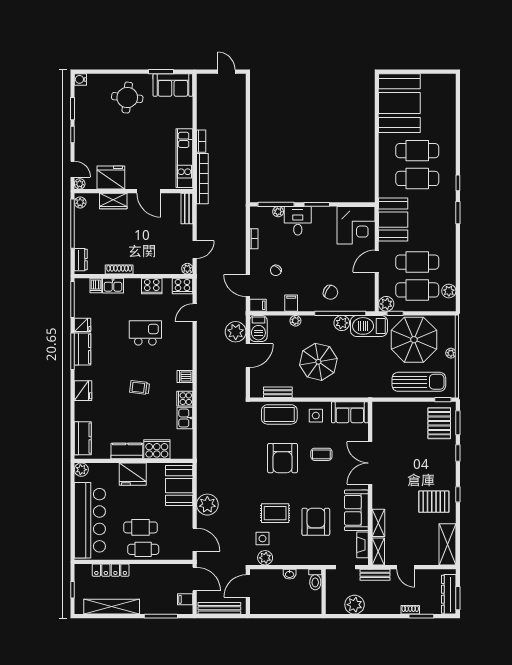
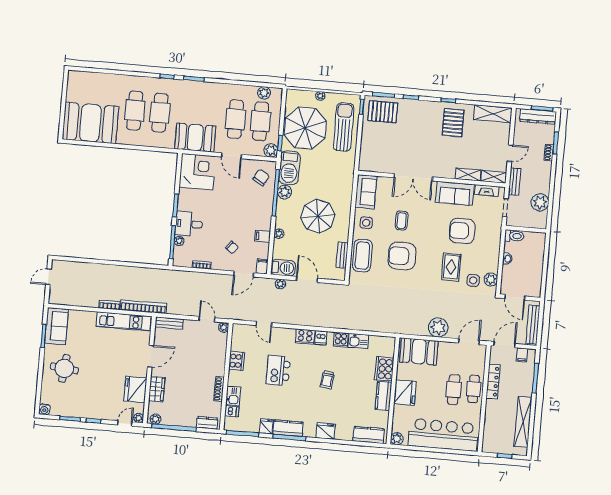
cooker: (183, 286) -> (305, 337), moved, turned 90
chair: (331, 292) -> (261, 178), moved
plant: (236, 332) -> (280, 284), width x0.53, depth x0.53
armchair: (283, 458) -> (402, 256), turned 180
locker: (111, 570) -> (493, 382), moved

